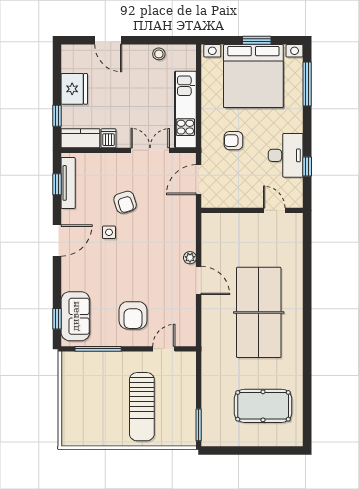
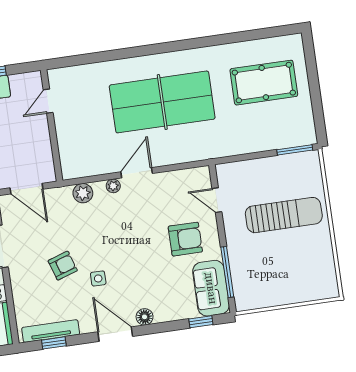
plant: (187, 230) -> (83, 193), added
floor lamp: (69, 269) -> (145, 317), added
sofa: (75, 316) -> (211, 288), moved, turned -90
pool table: (263, 406) -> (264, 83), turned 90

